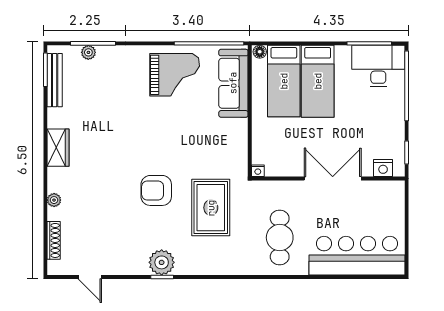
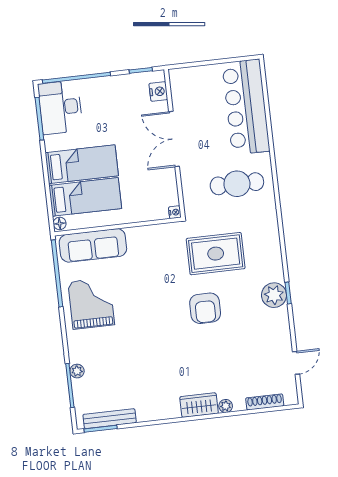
plant: (88, 52) -> (77, 371), moved
wardrobe: (58, 148) -> (199, 405), moved

